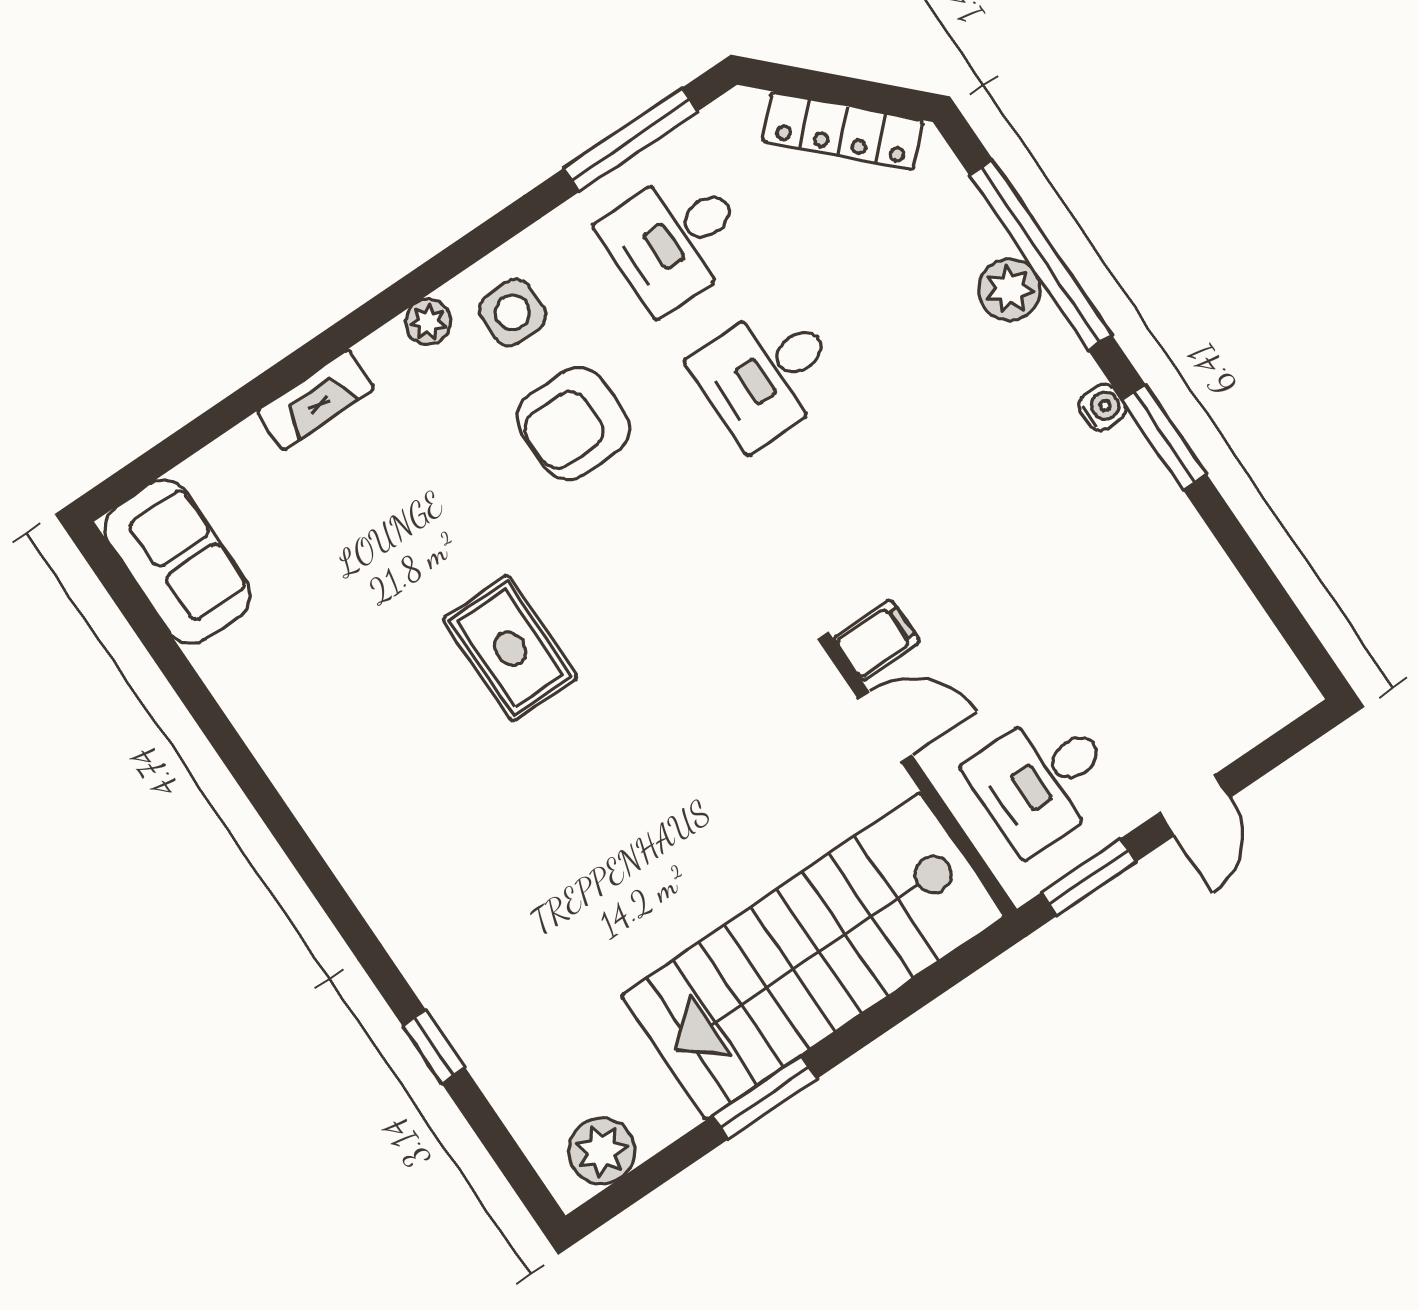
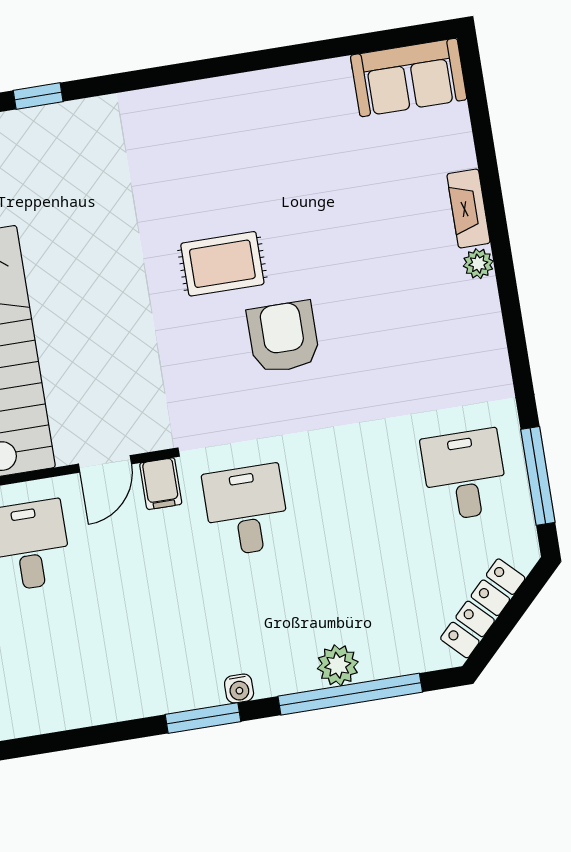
side table: (512, 312) -> (466, 354), removed
plant: (428, 322) -> (478, 264), moved
desk: (767, 374) -> (246, 510), moved
armchair: (573, 424) -> (283, 337), moved
rug: (510, 648) -> (222, 264), moved

